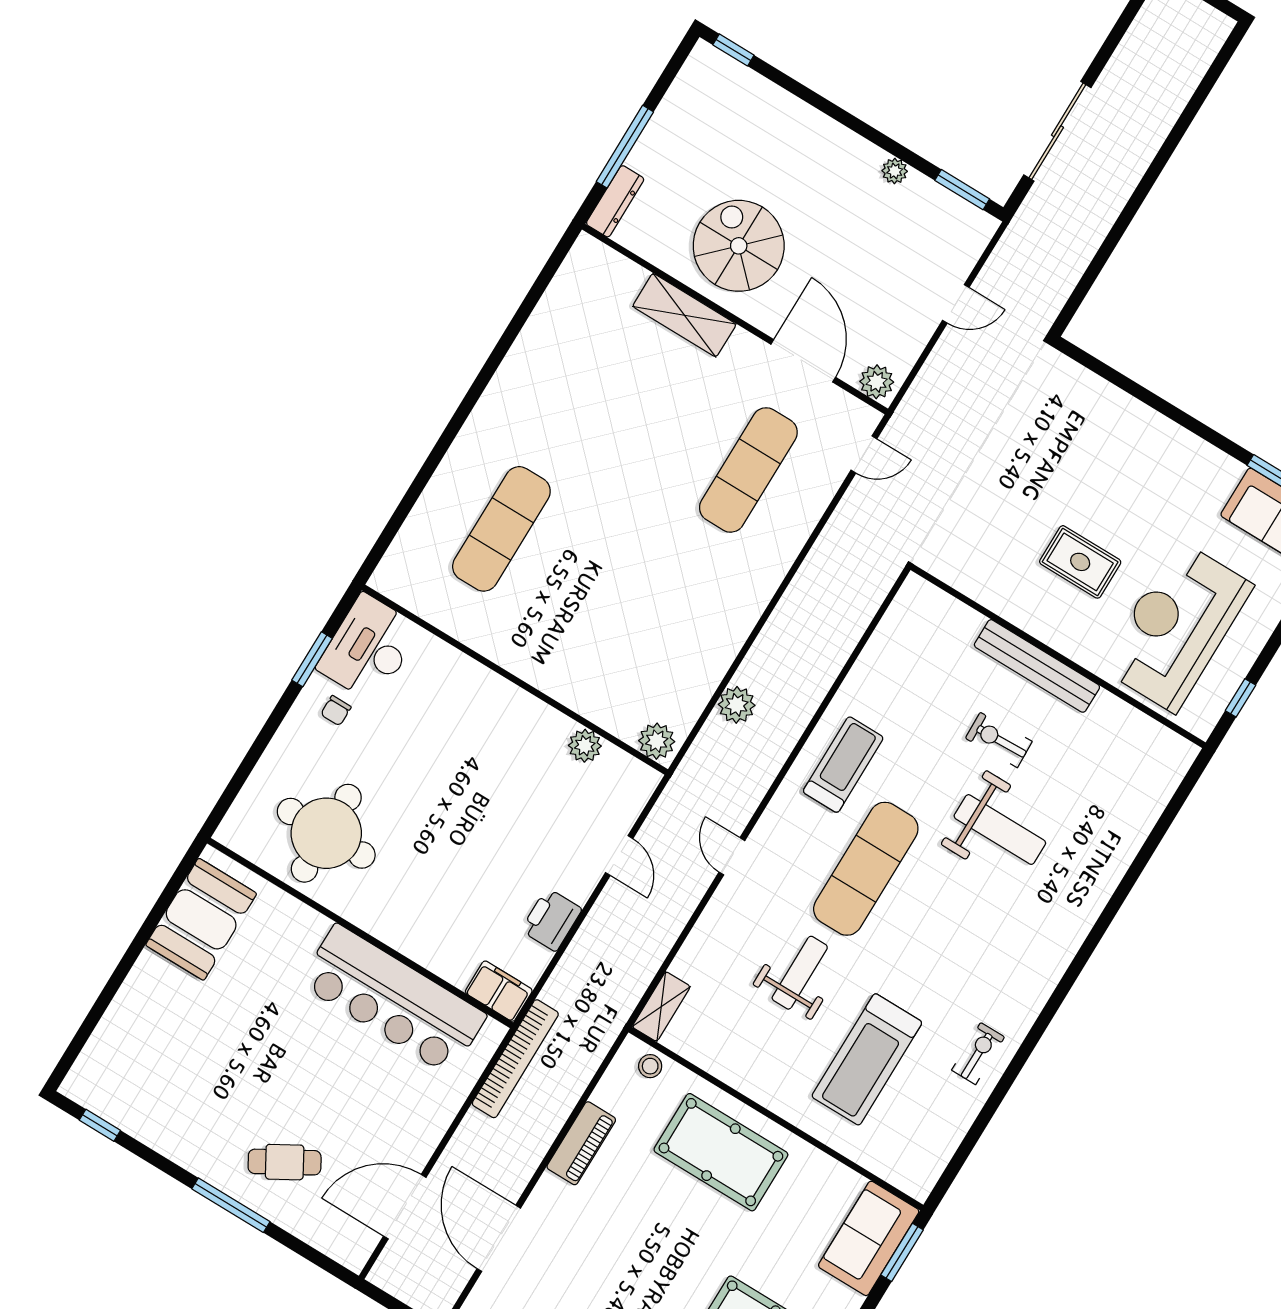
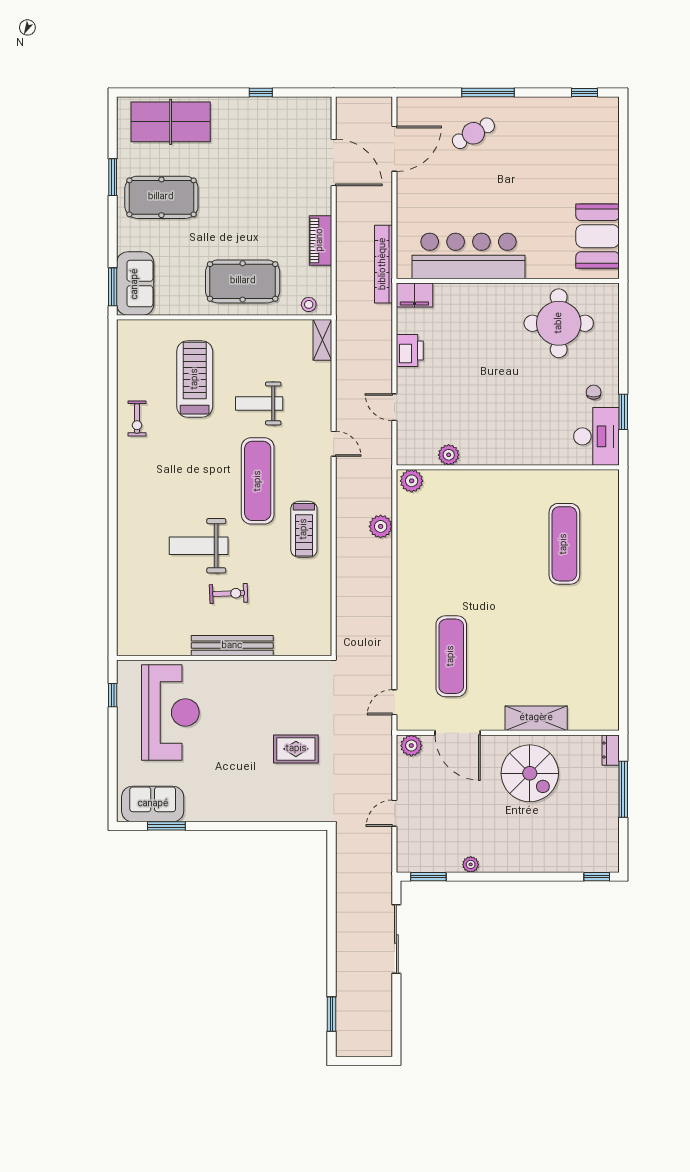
window: (1208, 83) -> (332, 1014), added
dresser: (615, 201) -> (611, 750), width x0.70
rug: (1080, 562) -> (296, 749), moved
weight bench: (800, 973) -> (259, 403), turned 90

